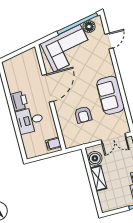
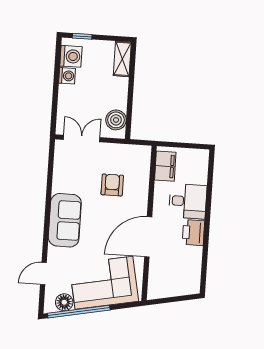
sofa: (110, 95) -> (65, 220), moved
filing cabinet: (53, 144) -> (165, 166), width x2.00
shelving: (98, 178) -> (122, 59), moved

